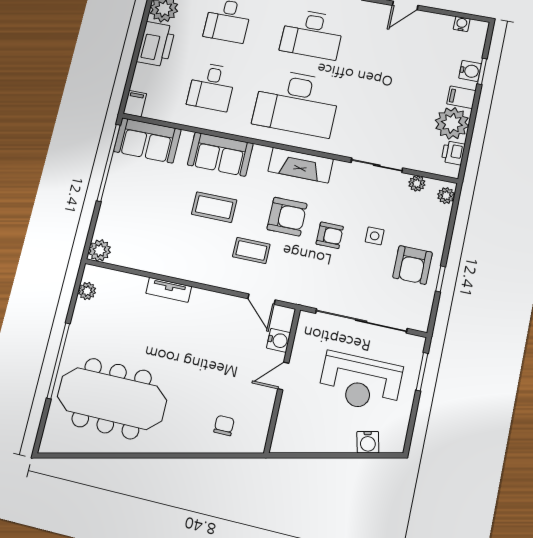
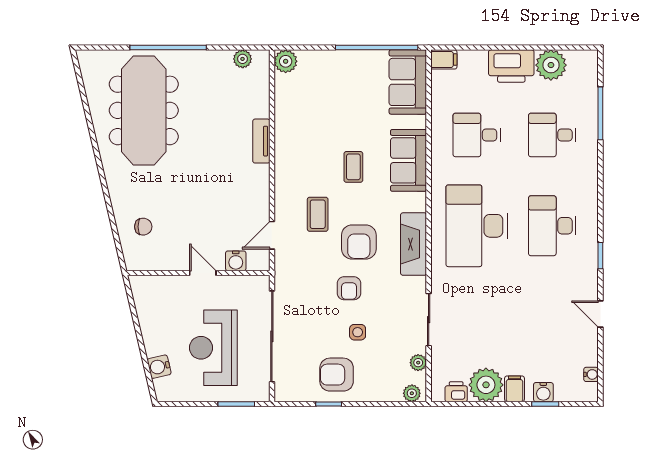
coffee table: (214, 207) -> (353, 167), width x0.73, depth x0.77

